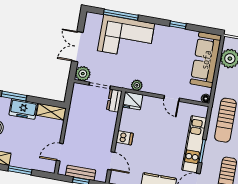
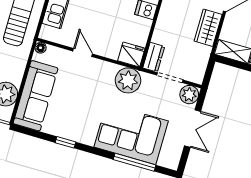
plant: (137, 85) -> (128, 80), width x1.87, depth x1.87
wardrobe: (73, 129) -> (208, 28), added

